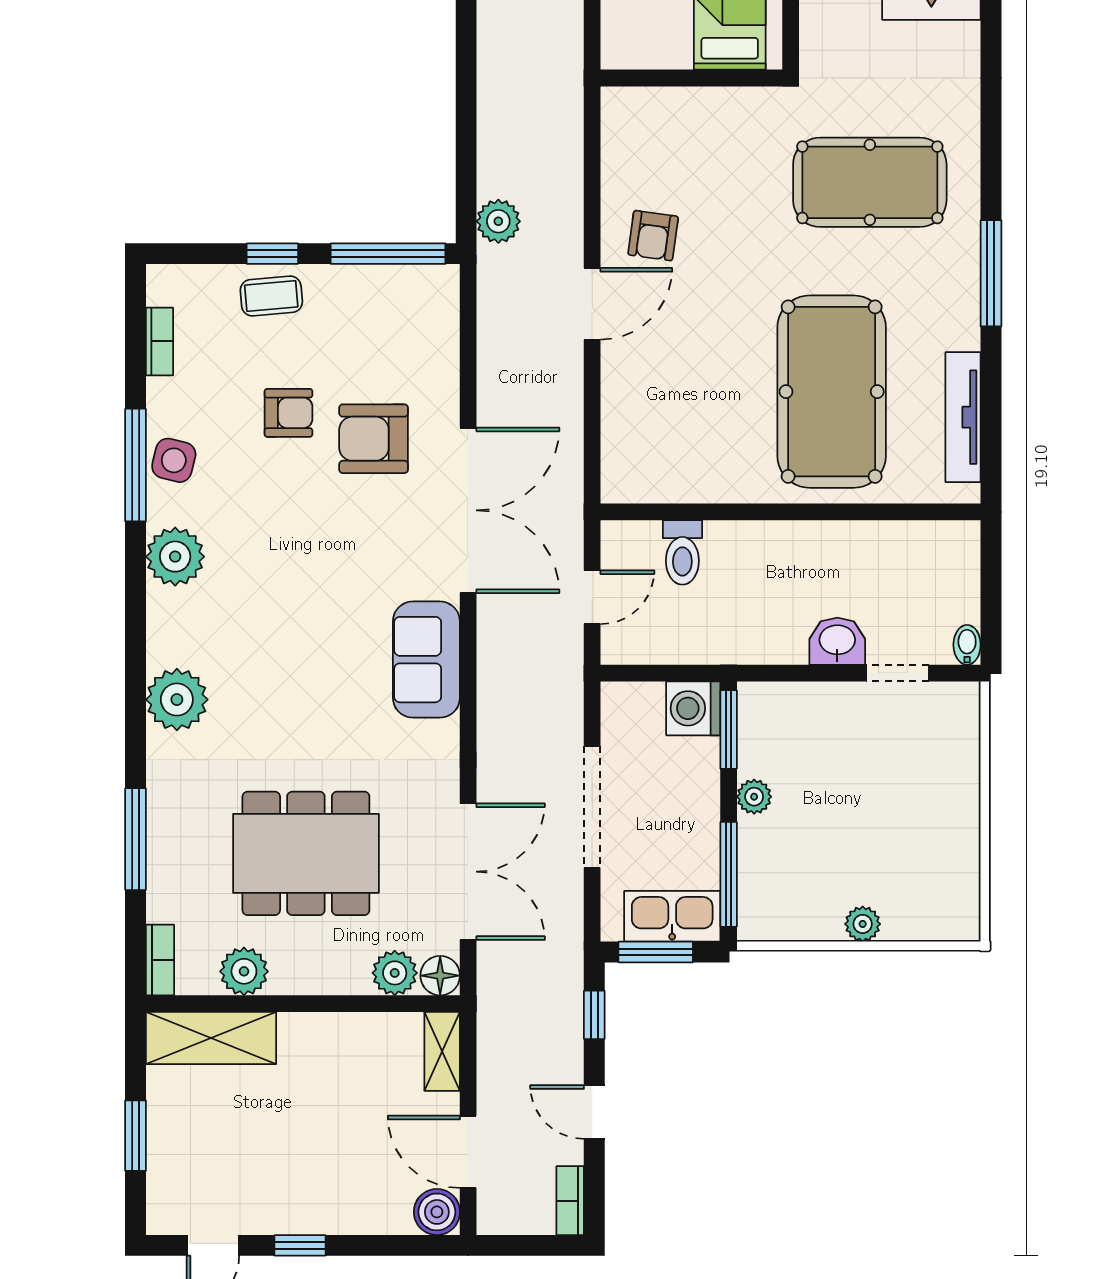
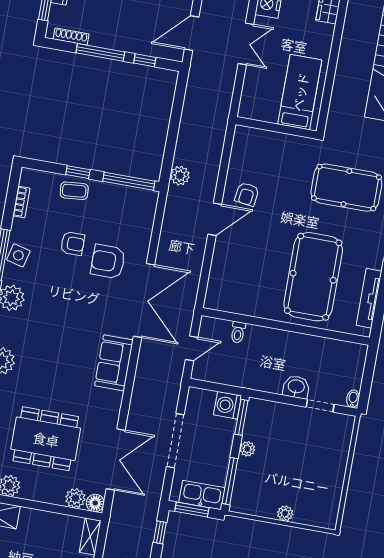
toilet: (682, 552) -> (238, 332), width x0.73, depth x0.72

